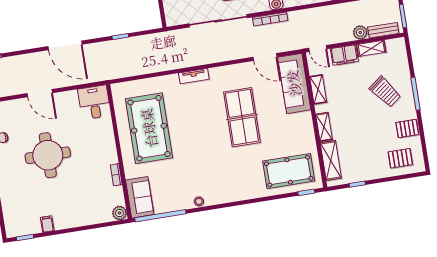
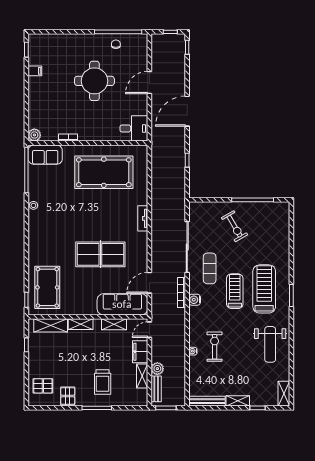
trolley: (385, 92) -> (103, 382), turned -53
pallet: (400, 158) -> (43, 386), turned 90

